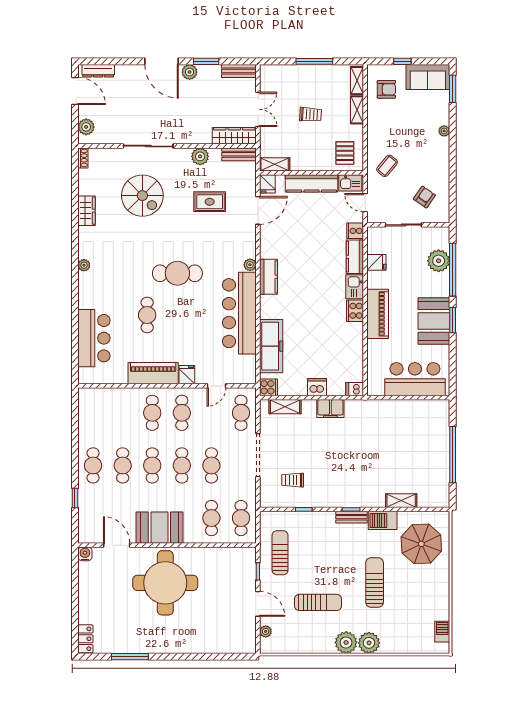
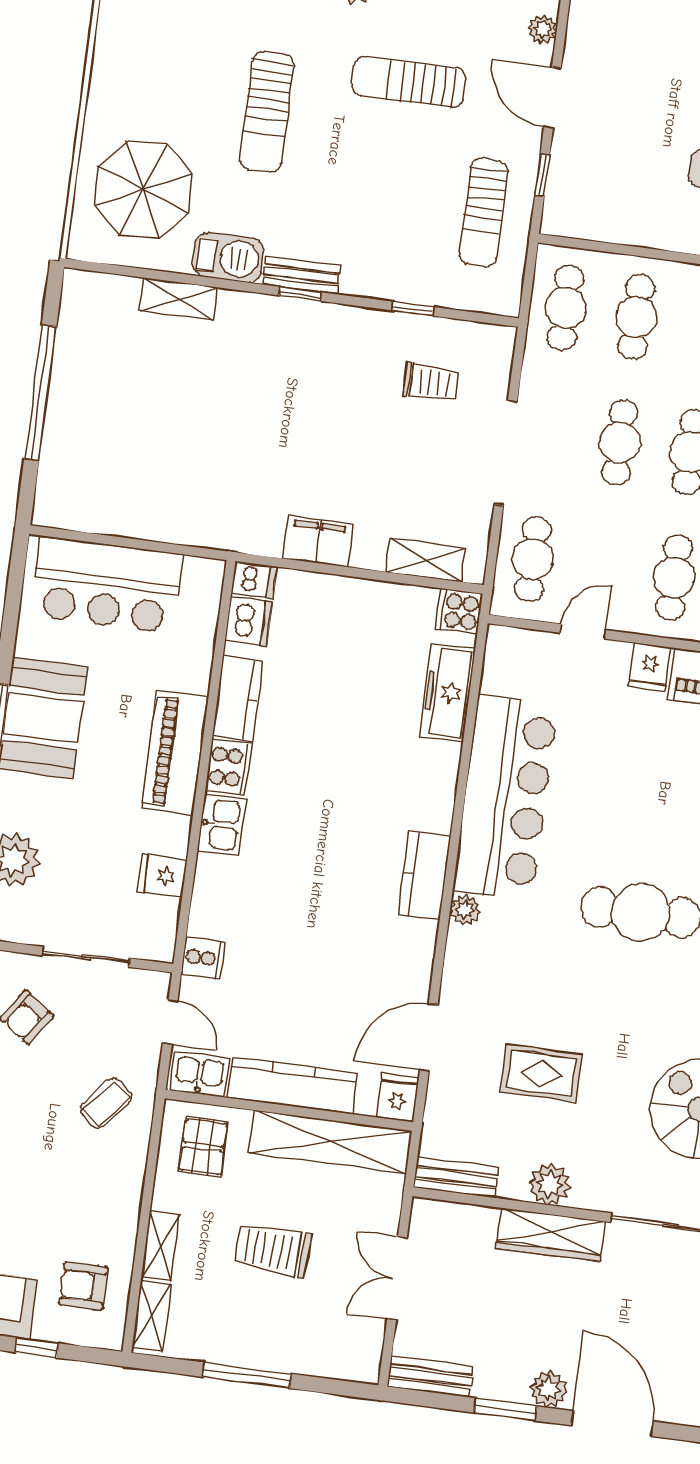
trolley: (311, 114) -> (273, 1250), width x1.36, depth x1.39
wardrobe: (234, 136) -> (551, 1235), moved
shelving: (275, 164) -> (330, 1142), width x2.20, depth x1.33
kitchen counter: (355, 257) -> (238, 698), moved
freezer: (271, 346) -> (448, 693), width x0.73, depth x0.79
dishwasher: (317, 387) -> (249, 621), moved, turned -90

